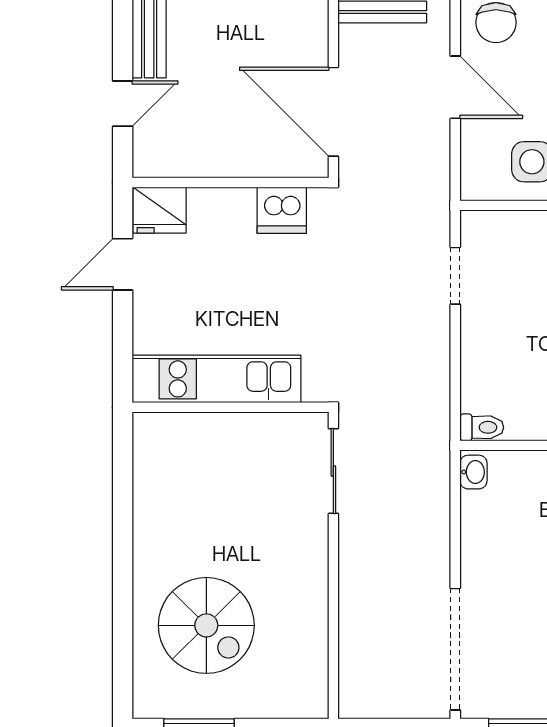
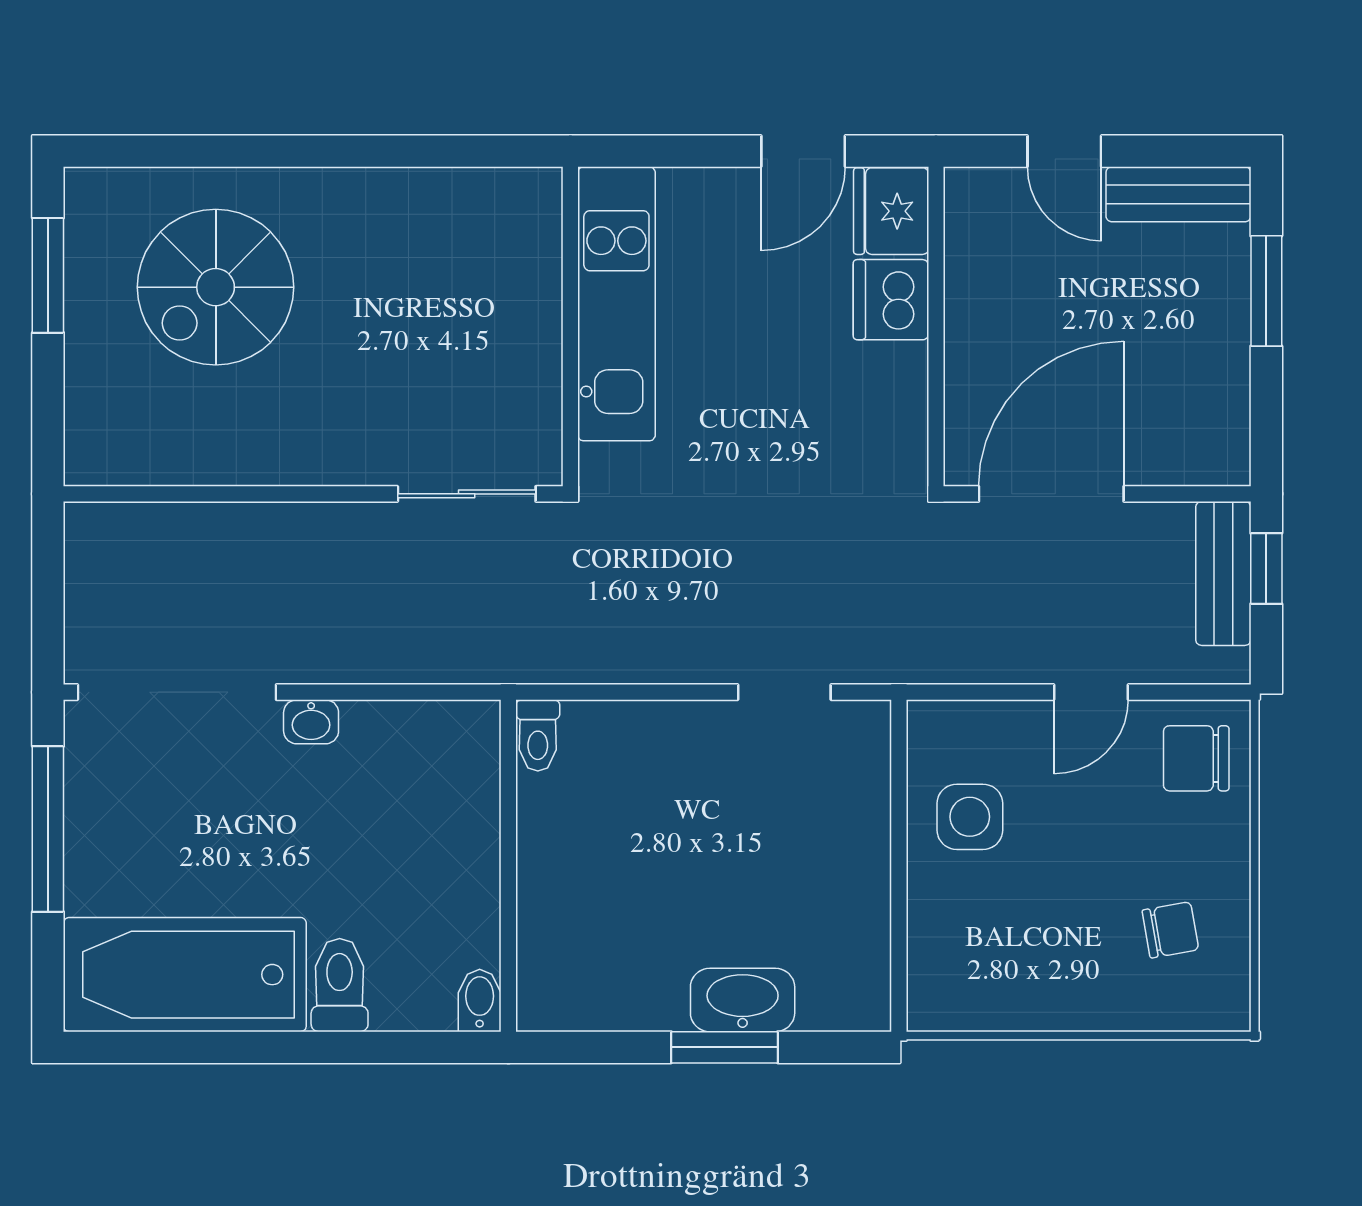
door: (455, 87) -> (1091, 692), width x0.73
dishwasher: (282, 210) -> (891, 300), moved
door: (123, 264) -> (803, 151), swing flipped
washbasin: (473, 472) -> (311, 722), moved

